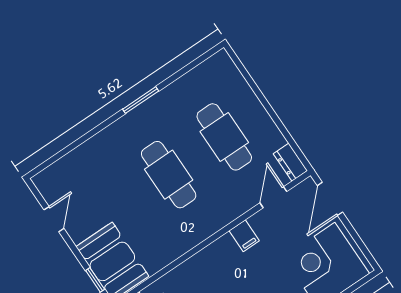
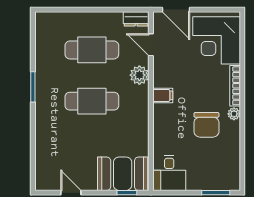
plant: (232, 207) -> (139, 75), added
filing cabinet: (244, 236) -> (163, 95), moved

